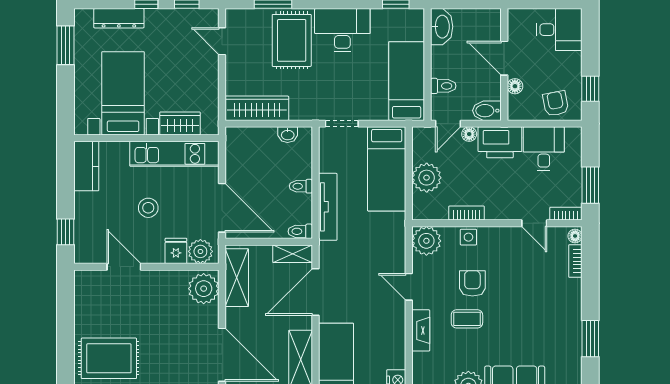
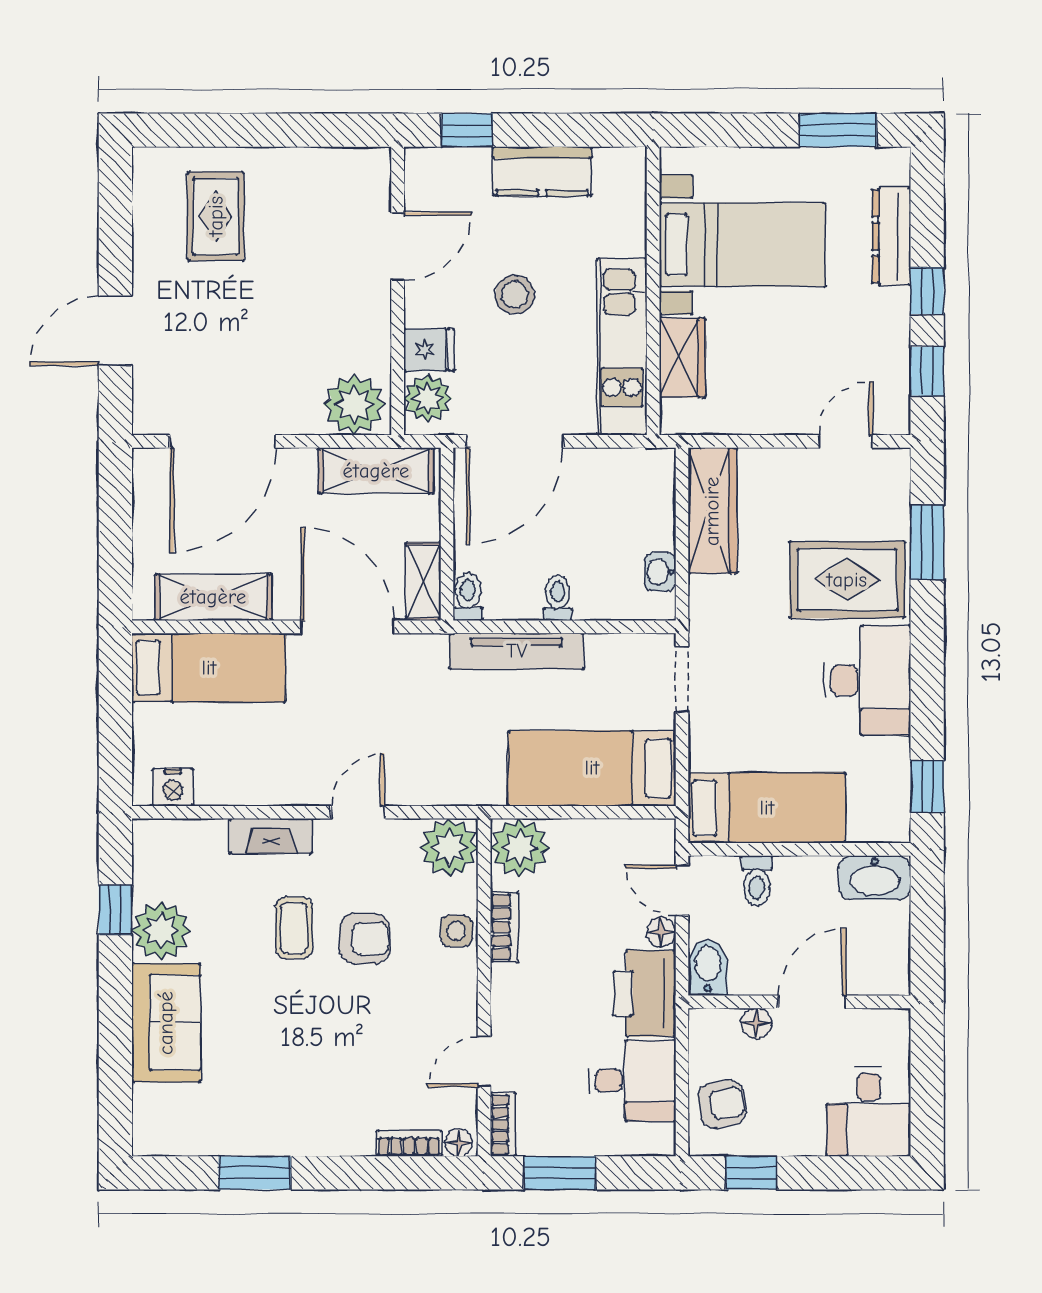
kitchen counter: (86, 166) -> (542, 171), moved
plant: (427, 178) -> (519, 848), moved
rug: (109, 358) -> (216, 216), width x0.73, depth x0.70

